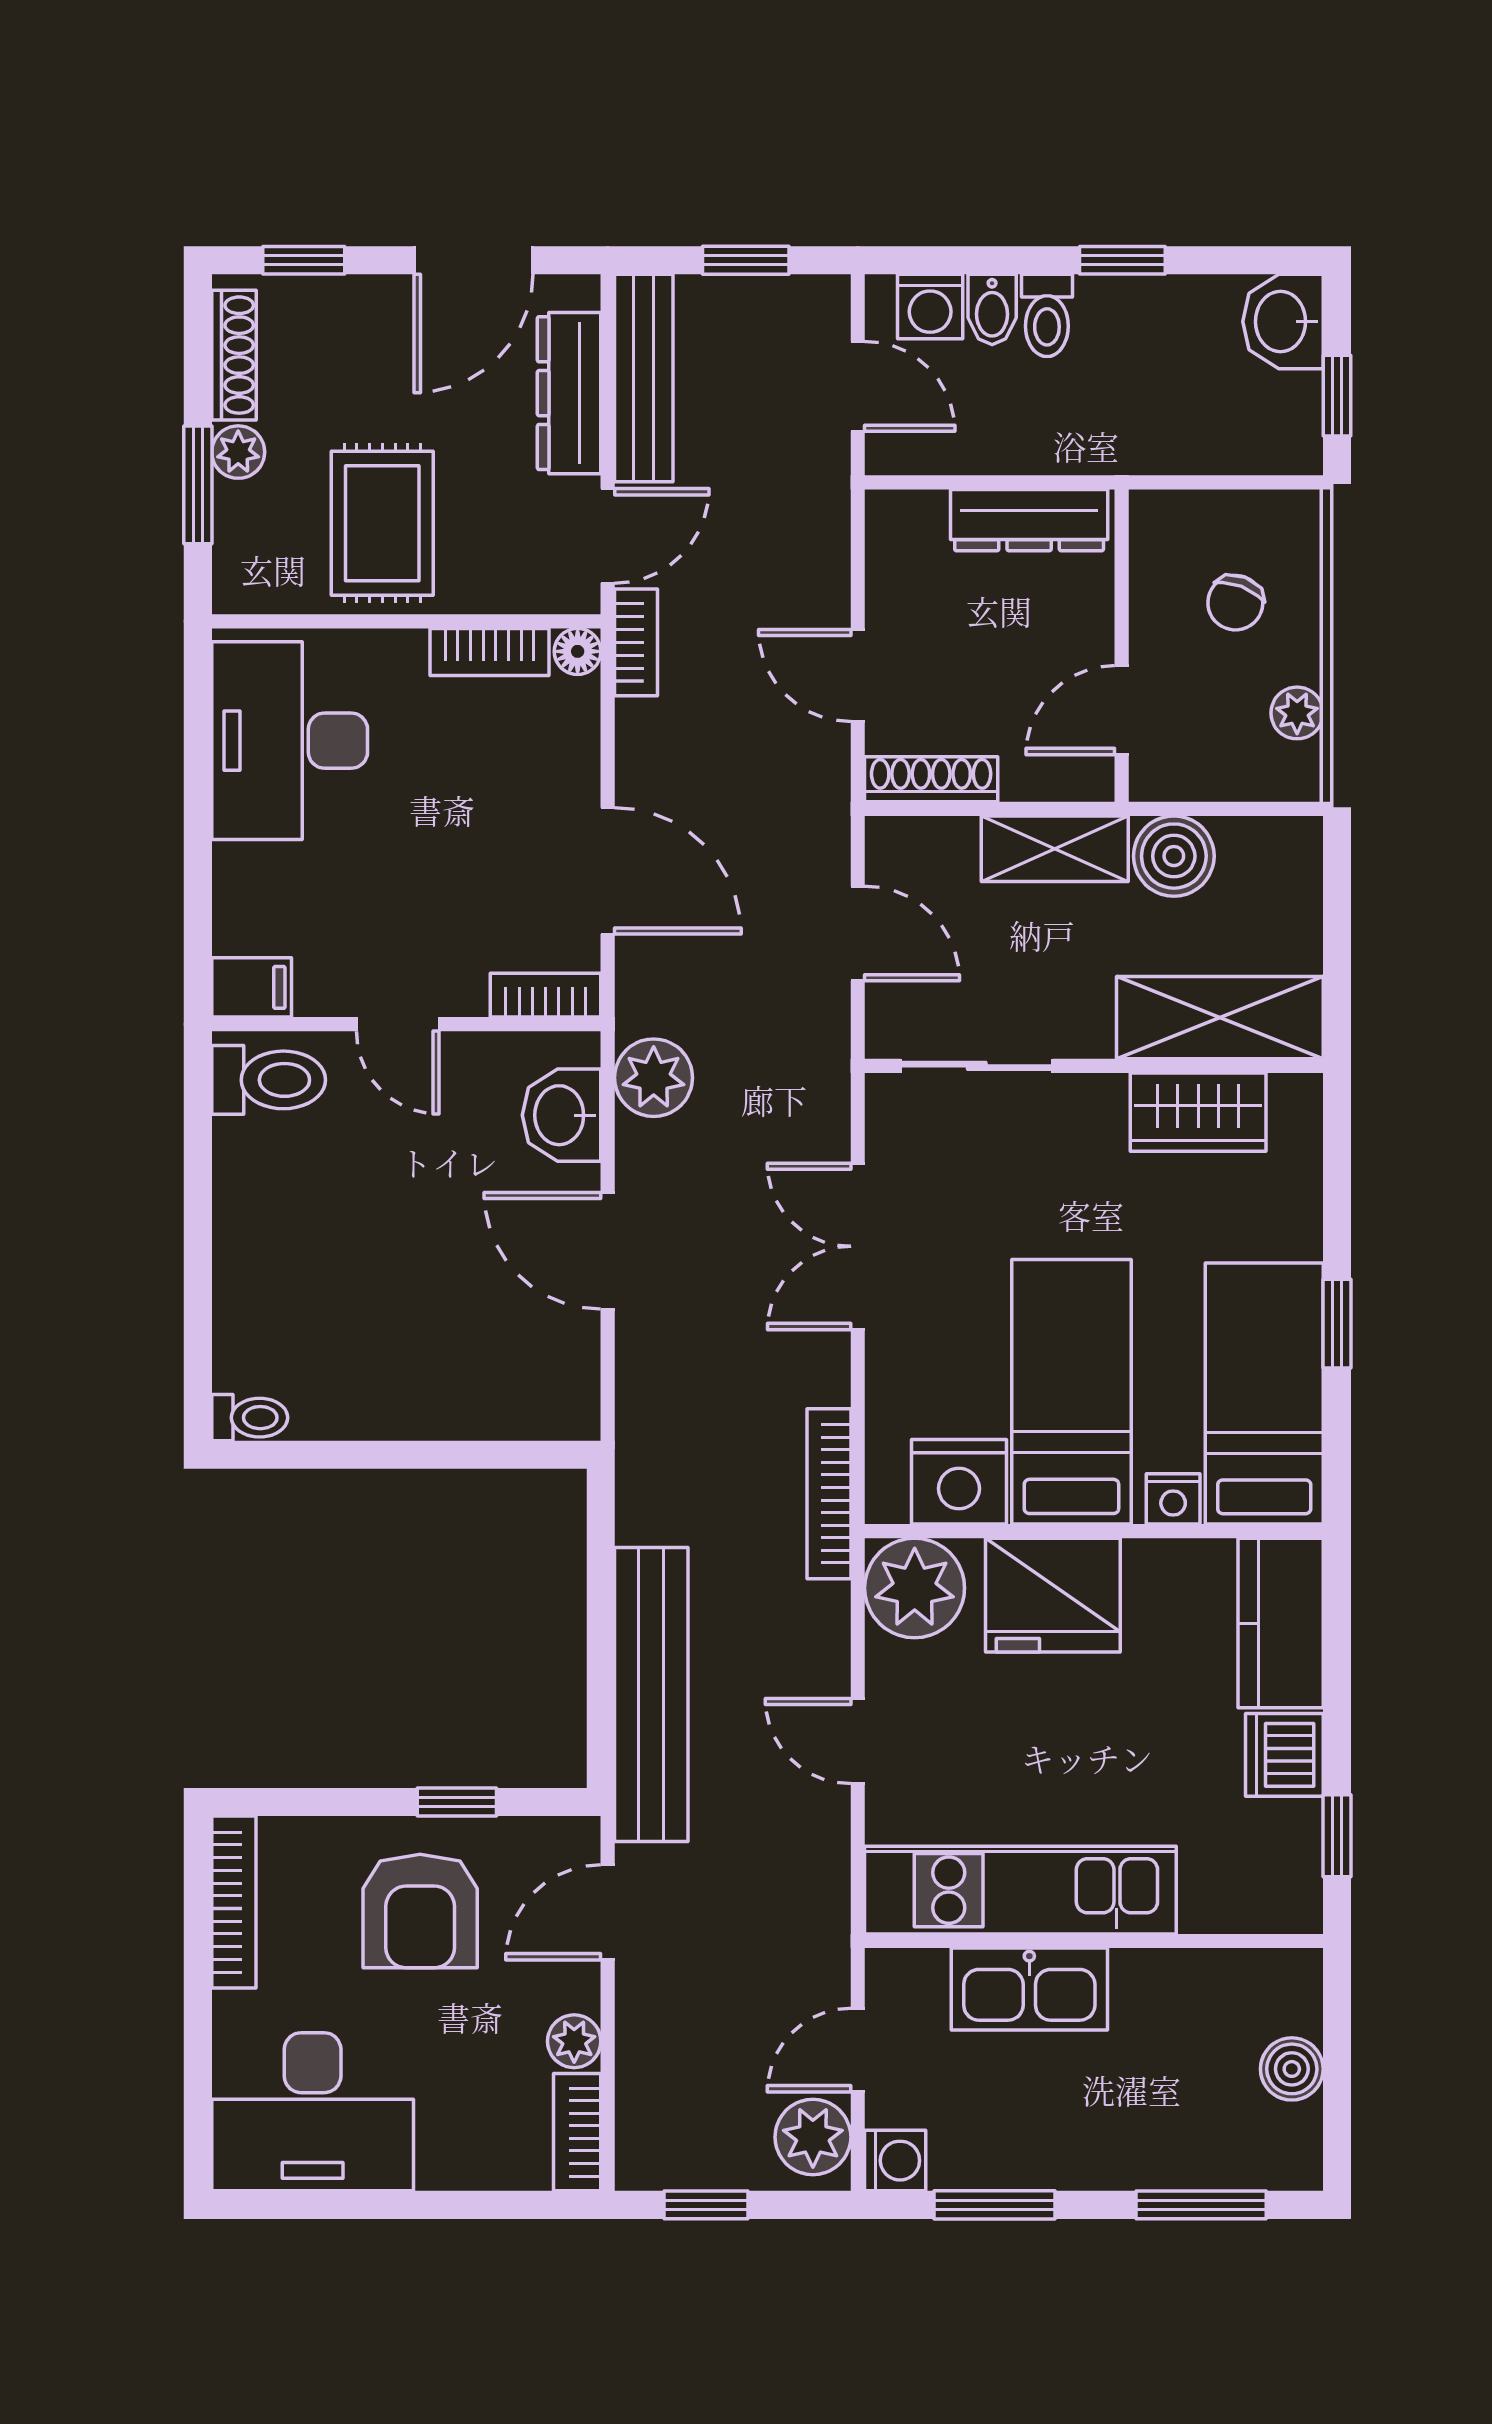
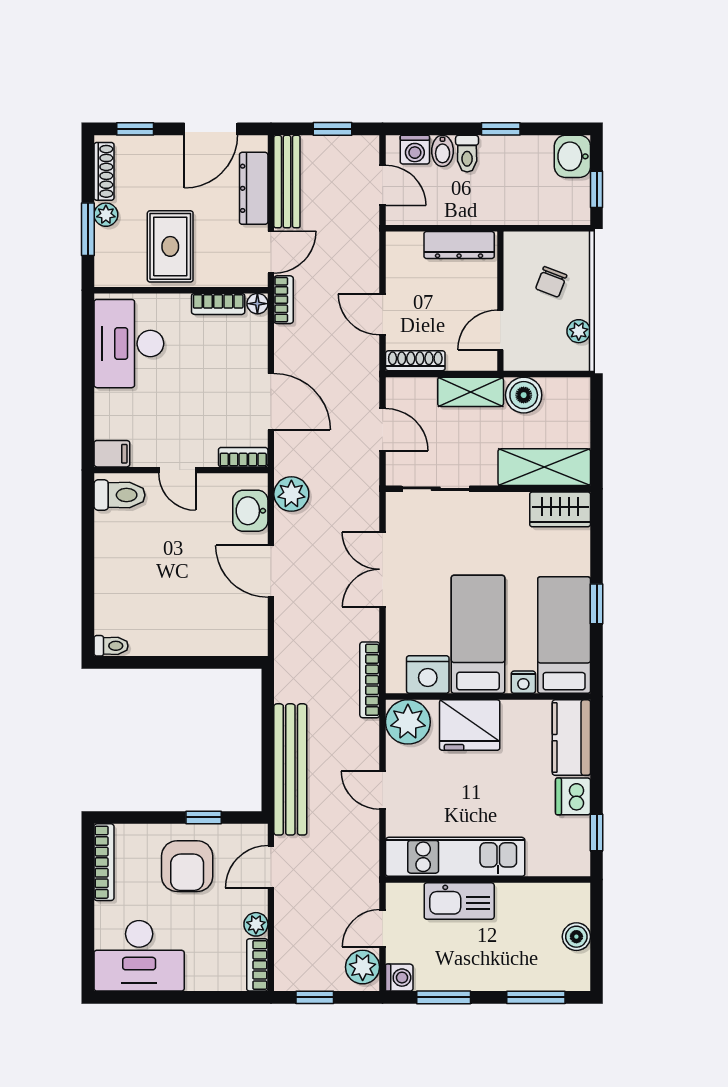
wardrobe: (1198, 1112) -> (560, 509), moved

